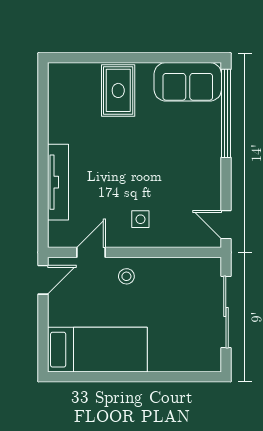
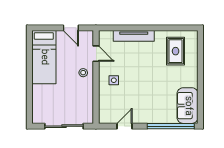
rug: (118, 90) -> (176, 51), moved, turned 90
door: (226, 225) -> (125, 126), moved
door: (43, 280) -> (71, 28), moved

